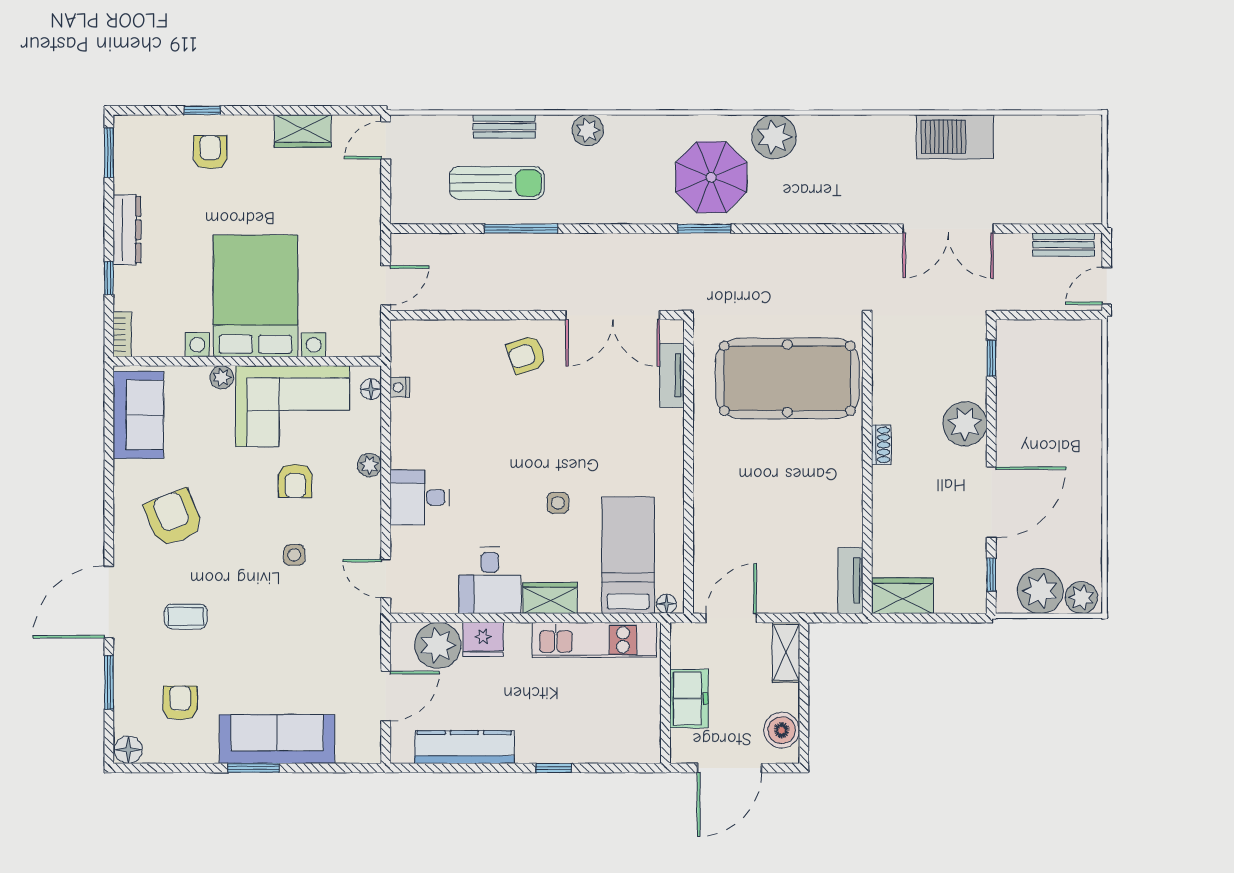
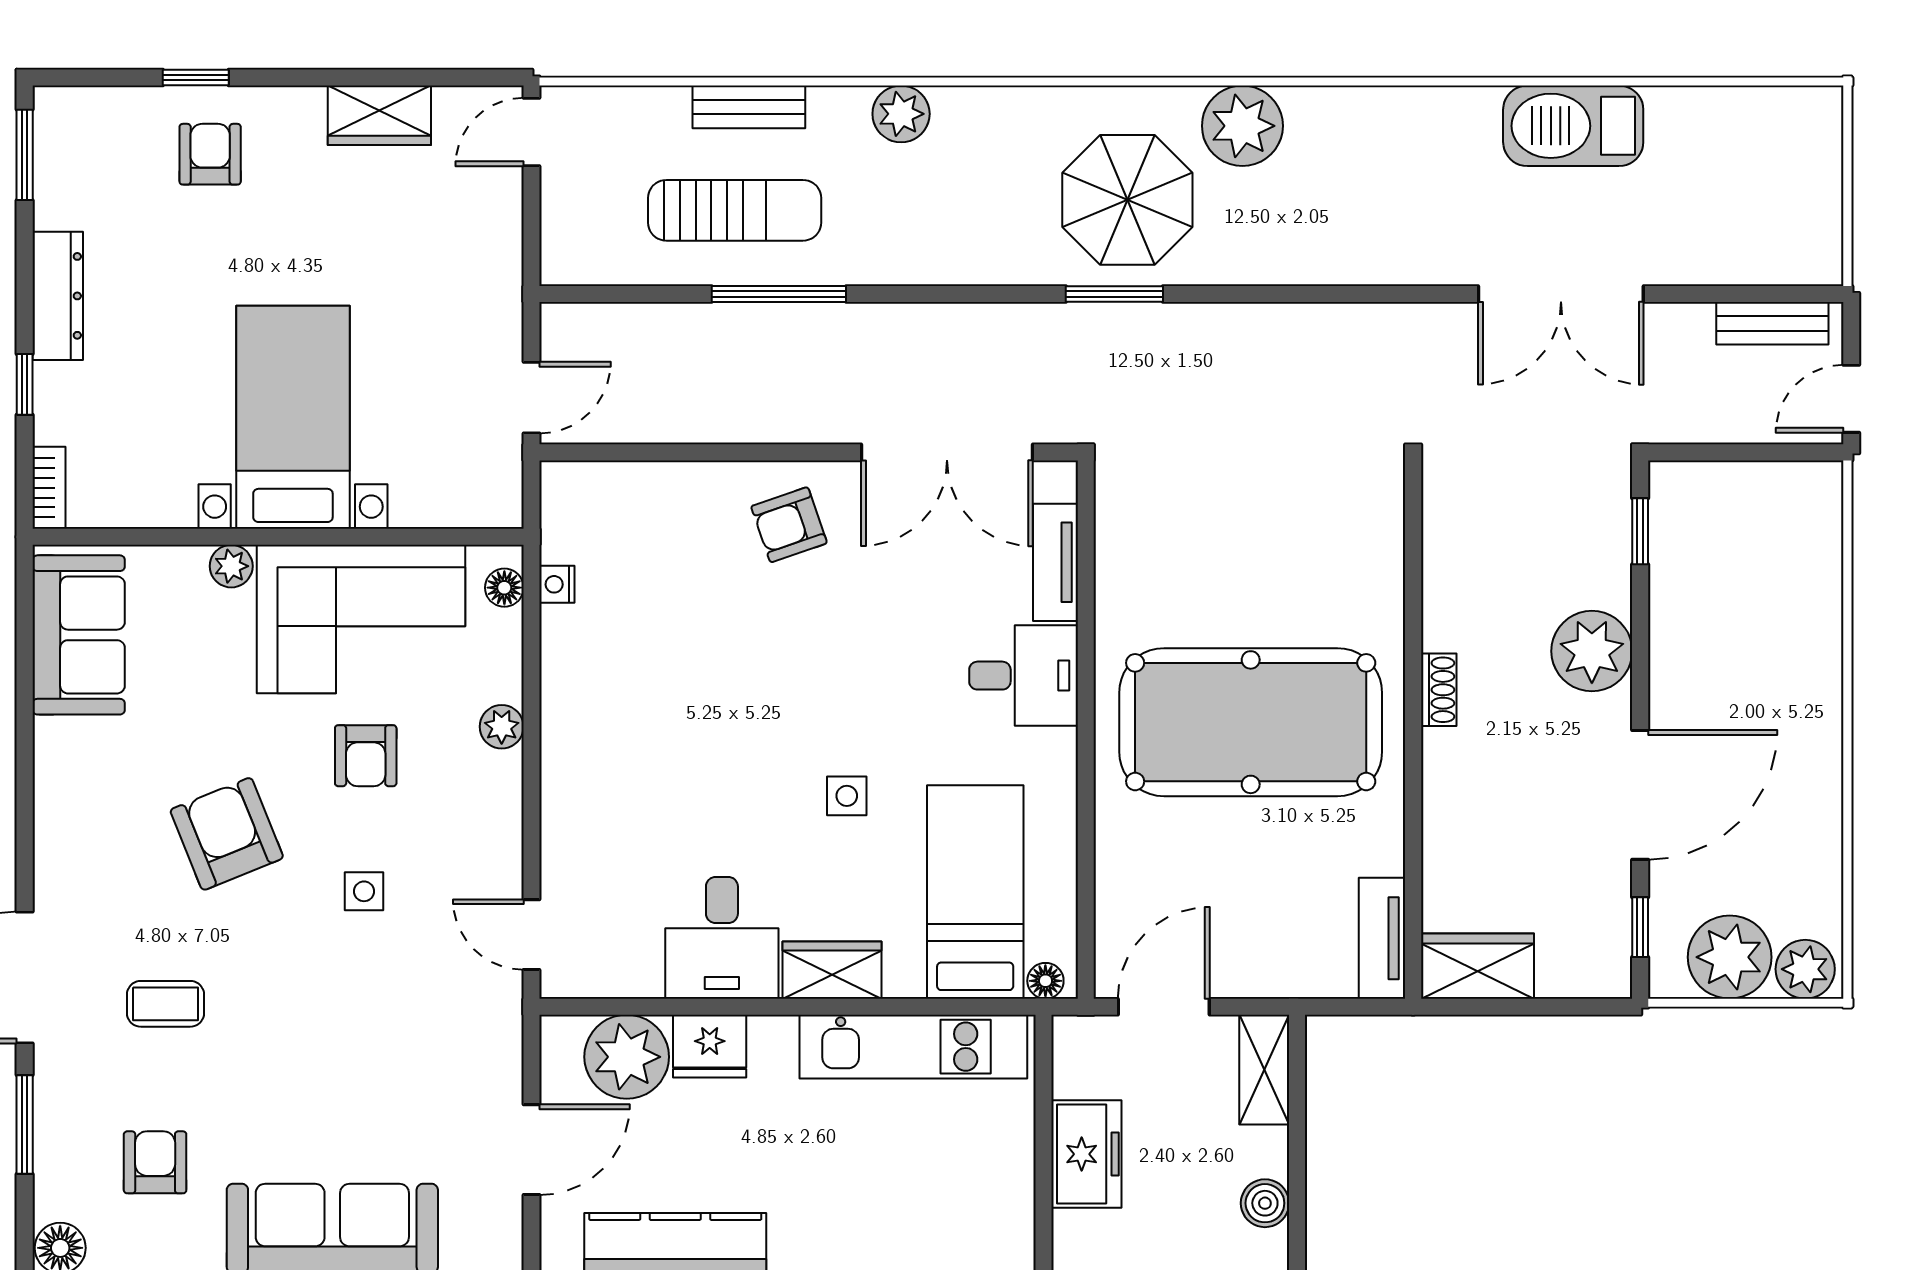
bed with nightstands: (255, 296) -> (293, 417), width x0.73
pool table: (787, 378) -> (1251, 722), moved
desk: (420, 498) -> (1024, 676), moved, turned 180
armchair: (174, 518) -> (227, 834), moved
boiler: (782, 730) -> (1265, 1203), width x0.73, depth x0.73

